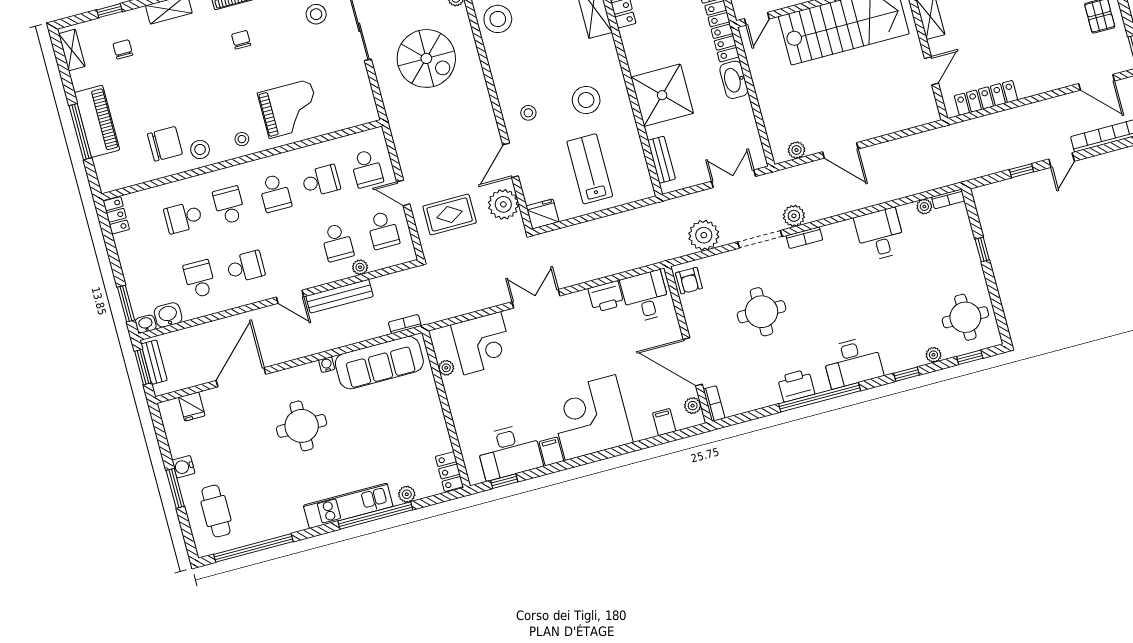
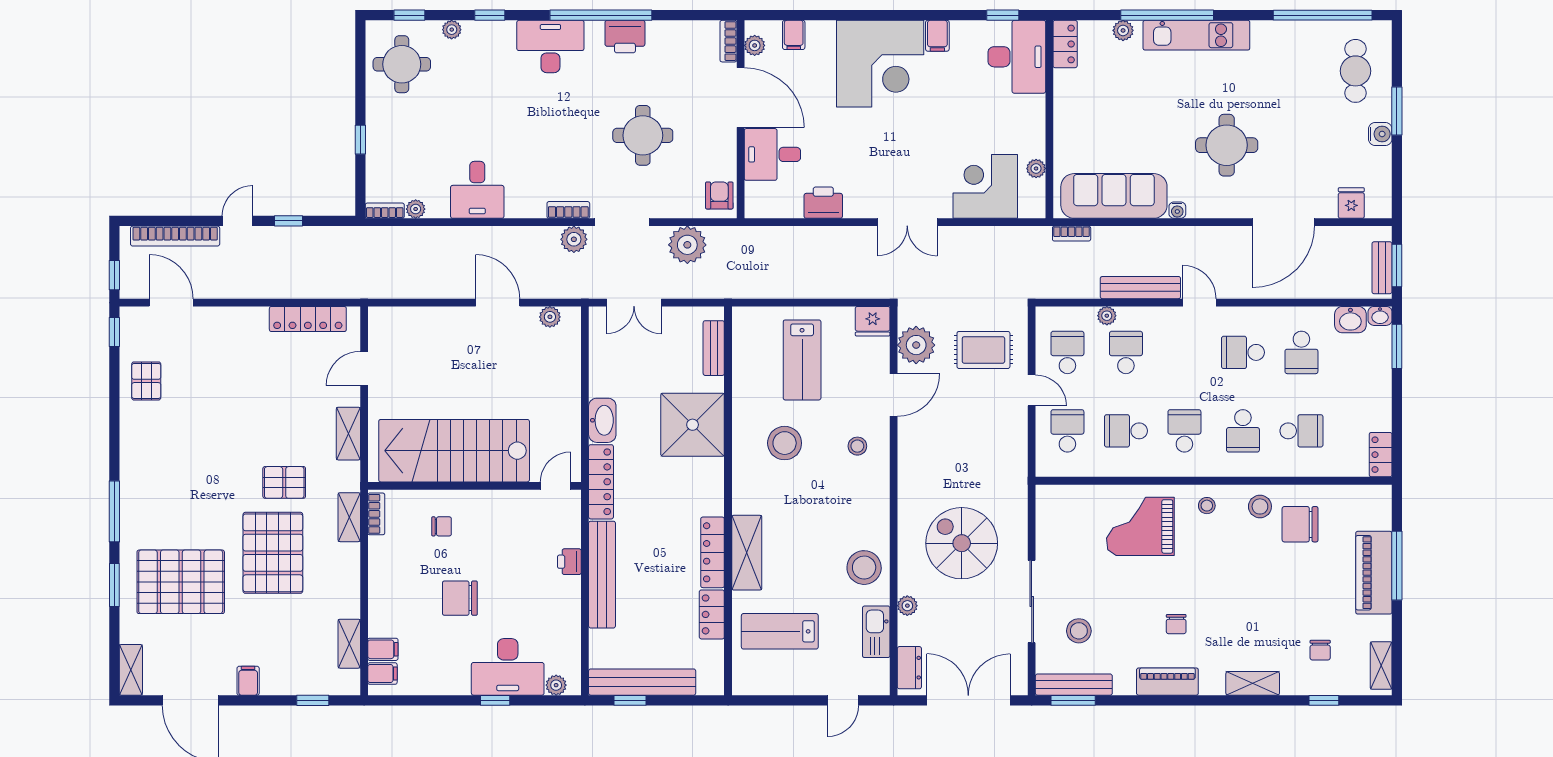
desk: (645, 296) -> (772, 154), moved, turned 90
desk: (509, 452) -> (1017, 57), moved, turned 90

